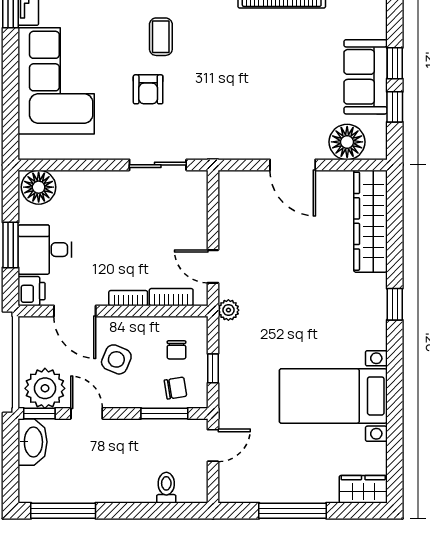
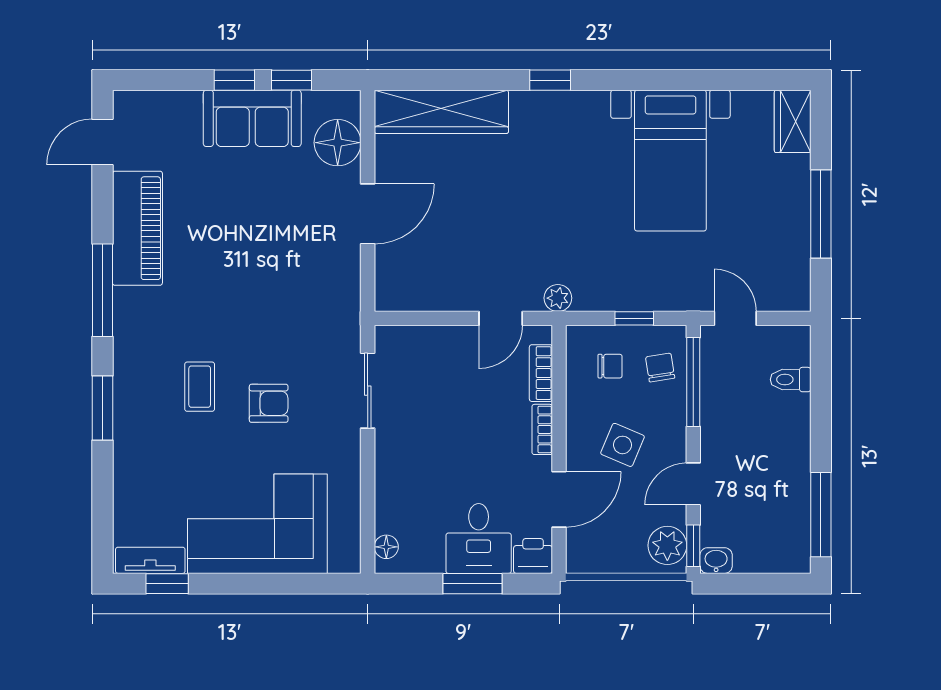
coffee table: (161, 37) -> (200, 387), turned 90
floor lamp: (39, 187) -> (386, 547), width x0.53, depth x0.53
plant: (45, 388) -> (667, 545), width x0.73, depth x0.73
window: (164, 413) -> (693, 382), width x1.44
washbasin: (33, 442) -> (716, 561), width x0.52, depth x0.69

